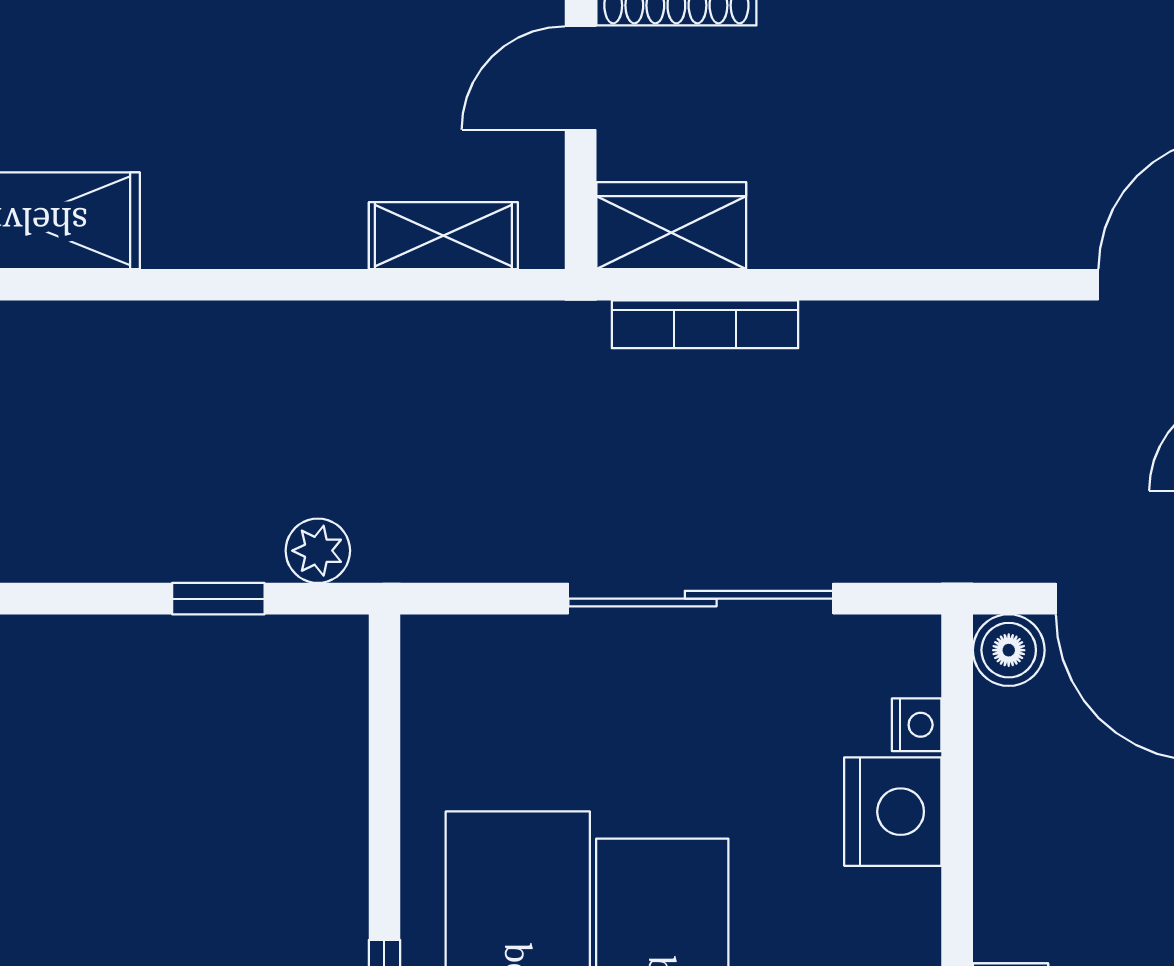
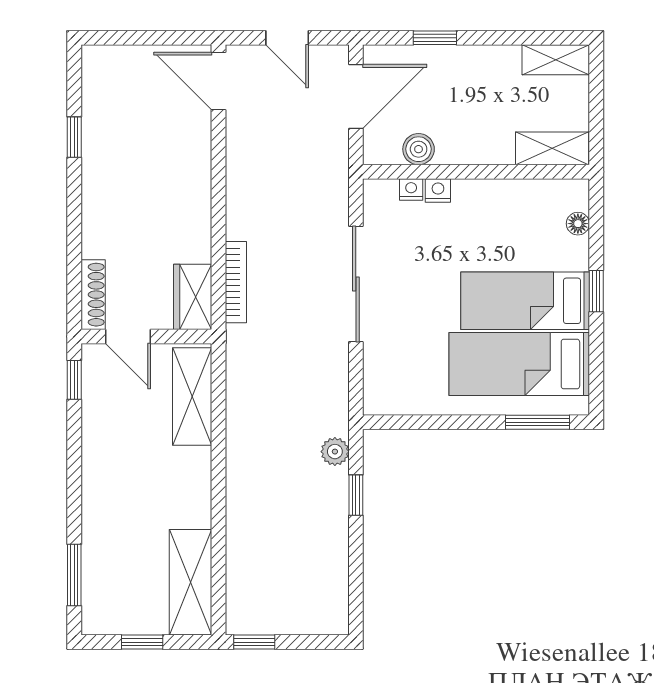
shelving: (443, 236) -> (192, 397), width x1.50, depth x1.33
boiler: (1009, 650) -> (419, 149), moved
nightstand: (893, 812) -> (438, 190), width x0.53, depth x0.56

